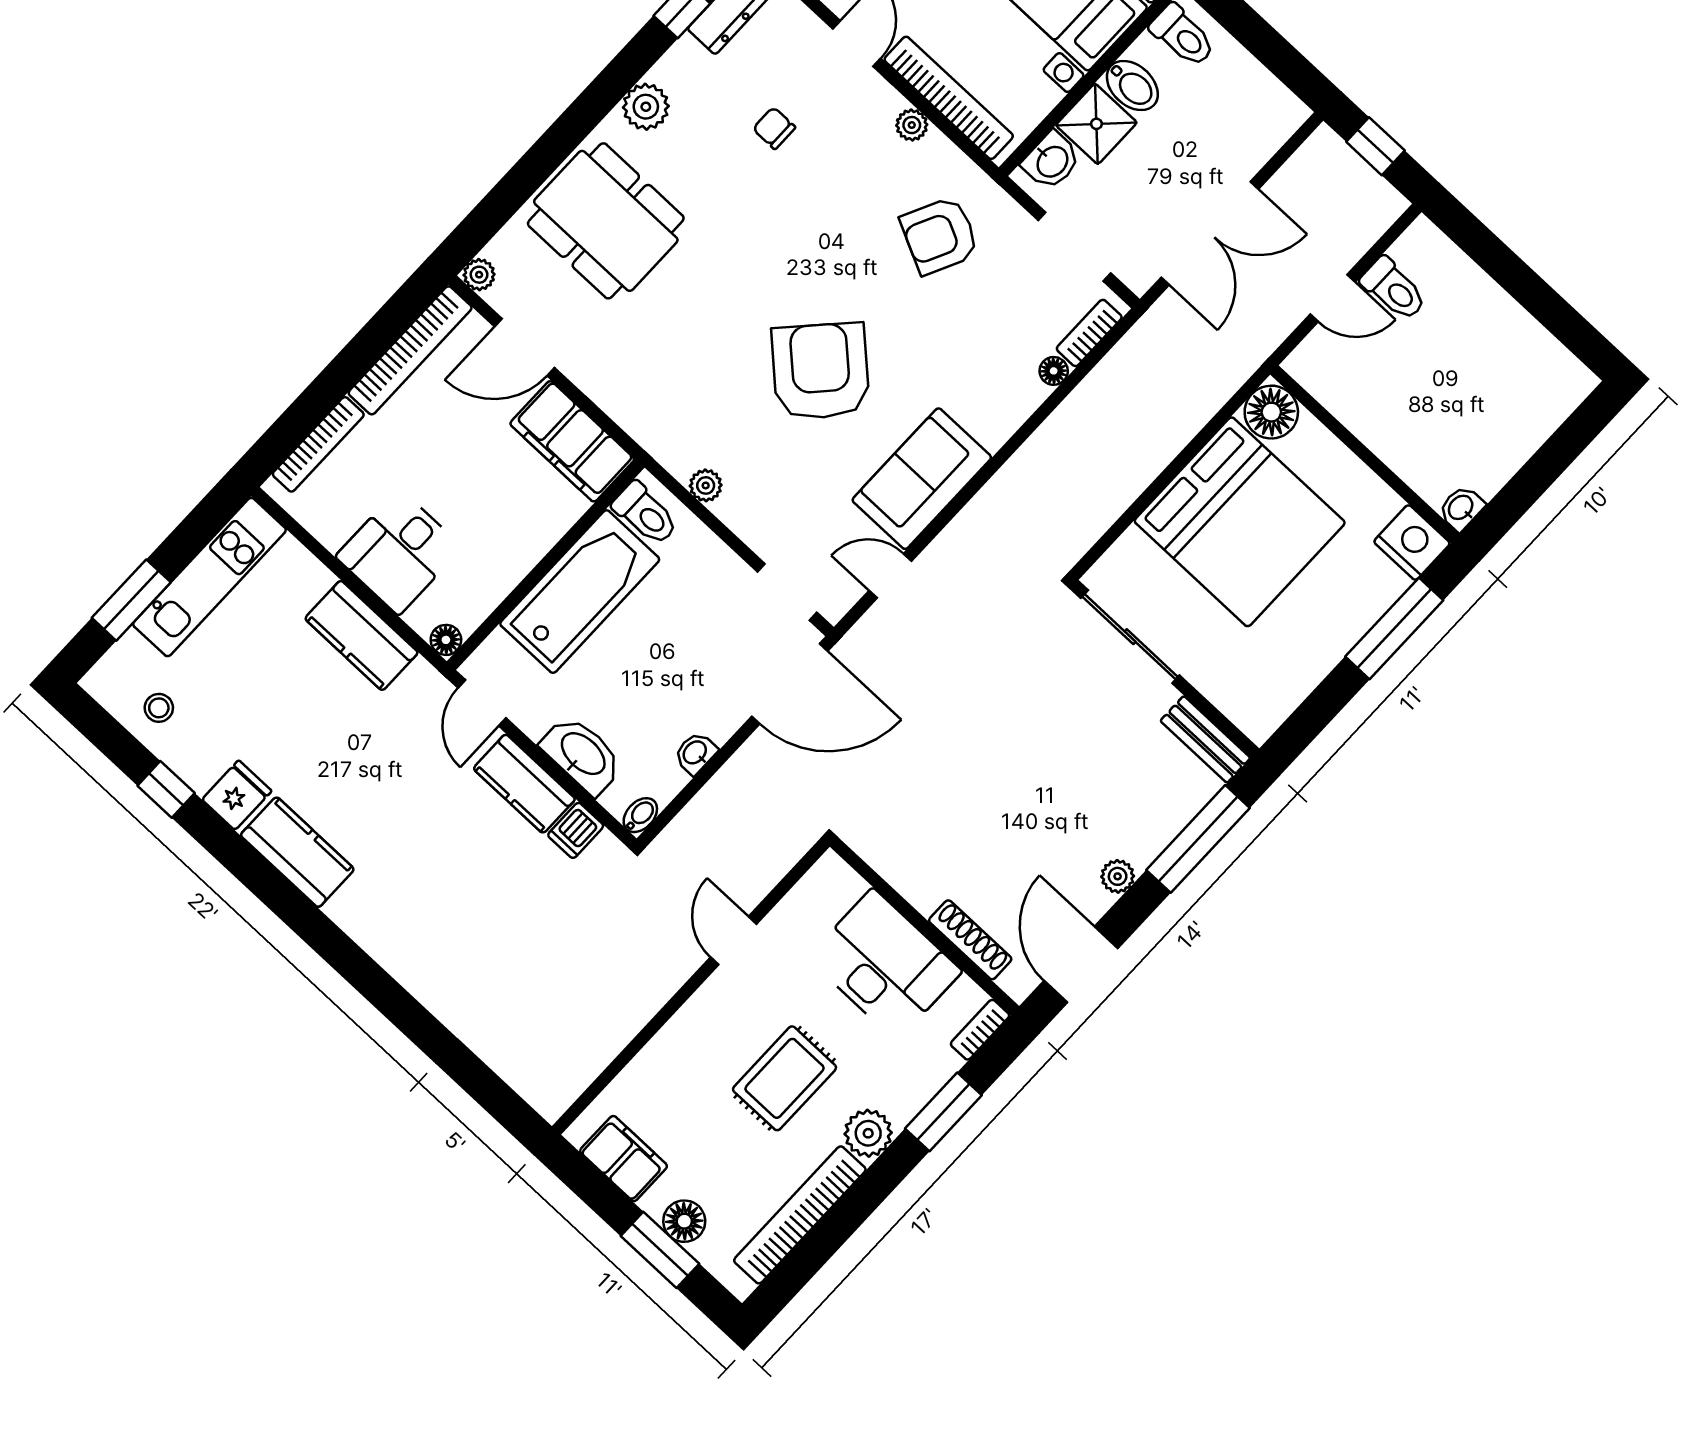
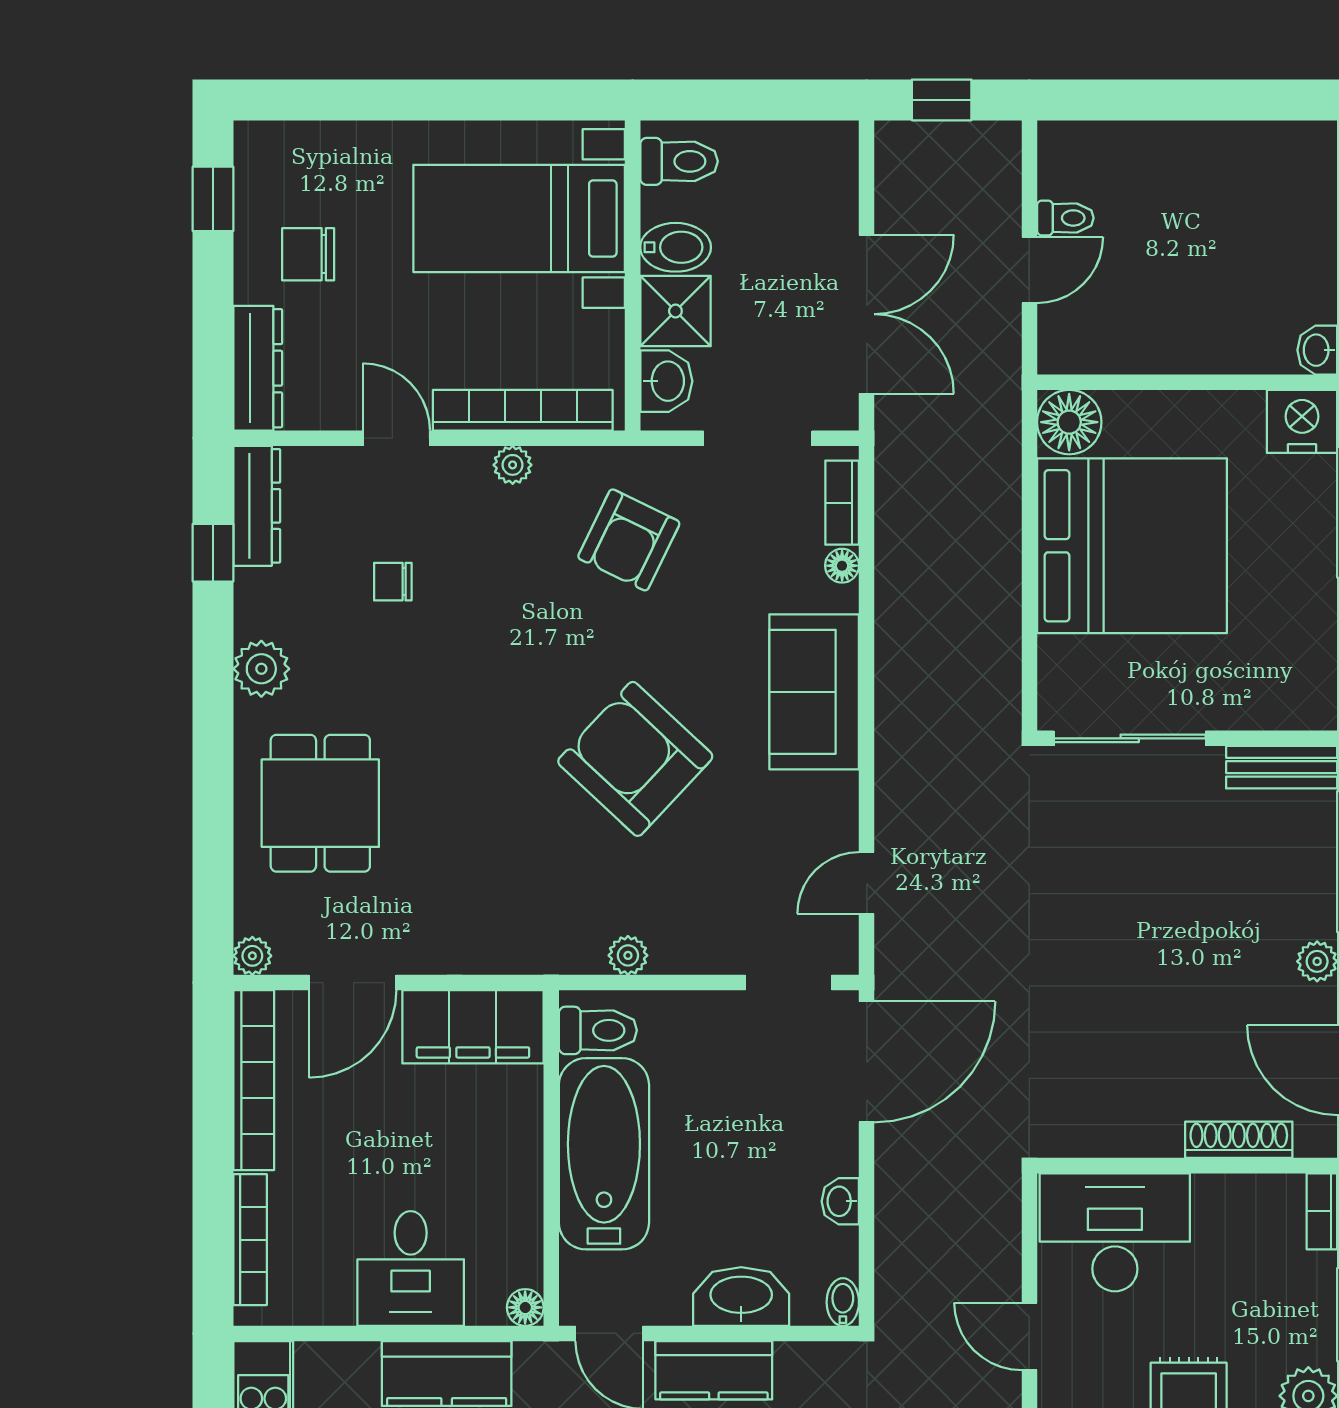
dining table: (606, 221) -> (320, 803), width x0.73
toilet: (1394, 289) -> (1065, 218), width x0.73, depth x0.72
sofa: (922, 479) -> (814, 692), moved
dishwasher: (576, 830) -> (798, 1369), removed
desk: (885, 964) -> (1115, 1232), moved

